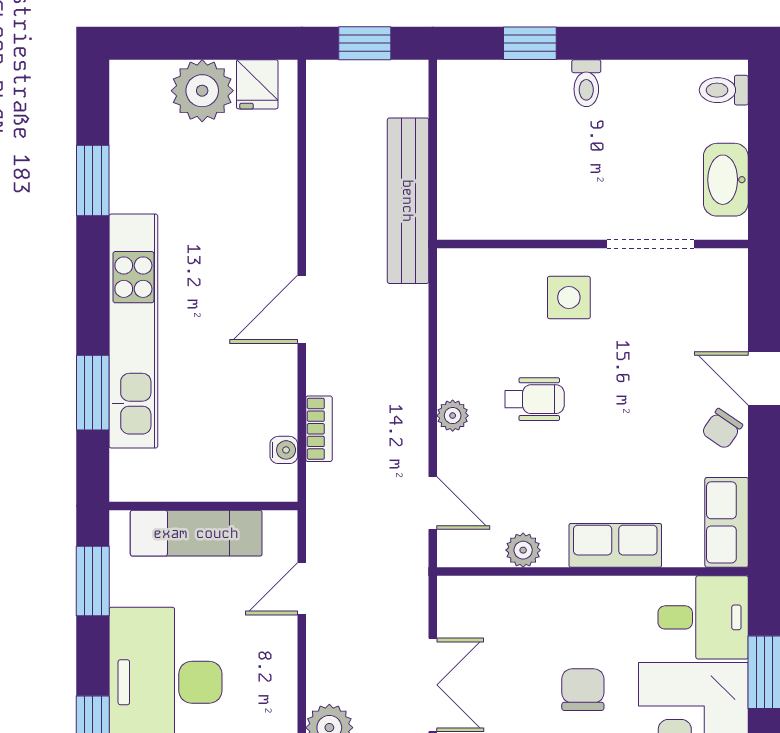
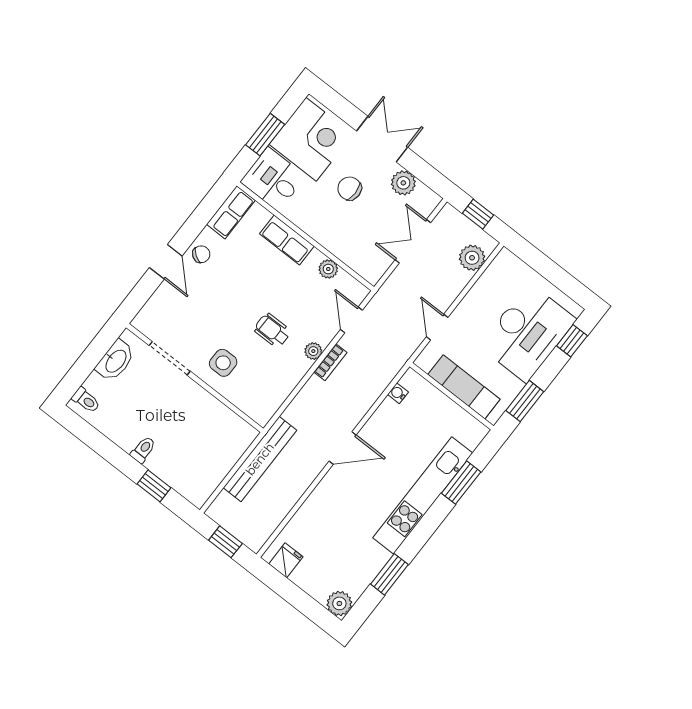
plant: (202, 91) -> (339, 603), moved, width x0.73, depth x0.73
bookcase: (319, 429) -> (330, 362), moved, turned 180
door: (302, 589) -> (437, 327), swing flipped
chair: (583, 690) -> (350, 188), turned 90

